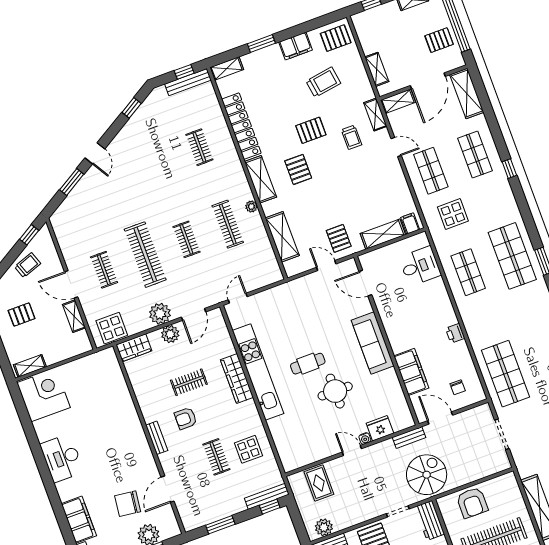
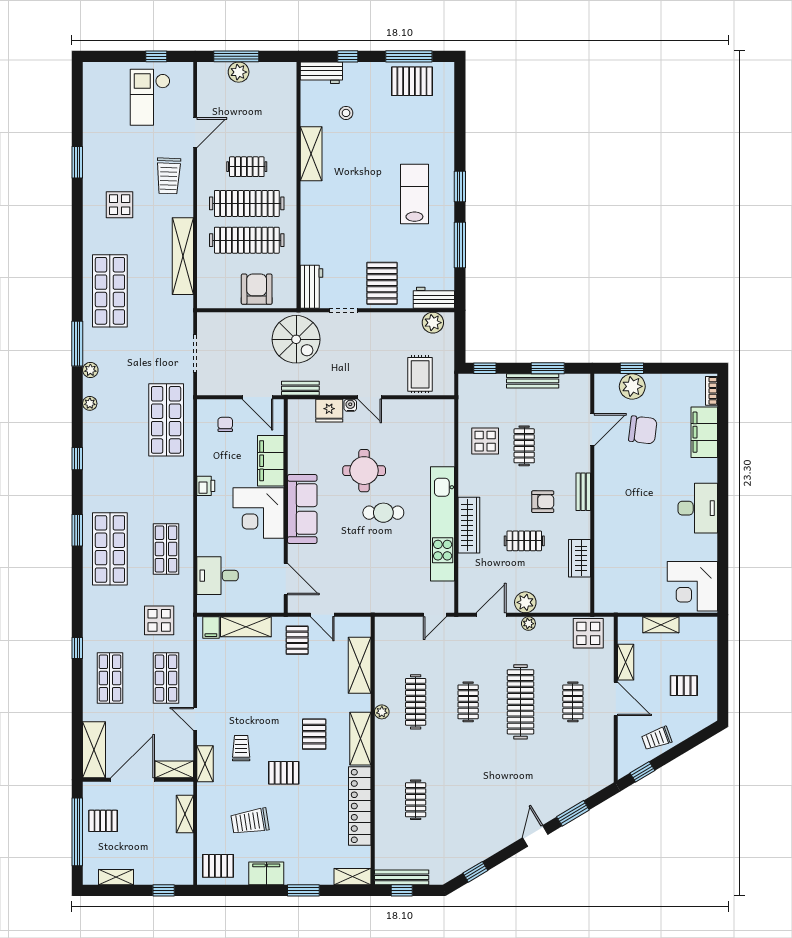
plant: (160, 314) -> (528, 624), width x0.53, depth x0.53
corner desk: (406, 327) -> (259, 513), added
wardrobe: (134, 348) -> (579, 558), moved, turned -90
shelving: (30, 366) -> (661, 625), moved
spiral stairs: (427, 475) -> (296, 339), turned -90
bench: (267, 496) -> (533, 381), moved

